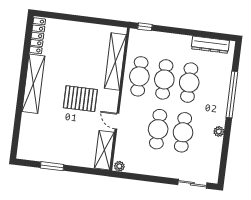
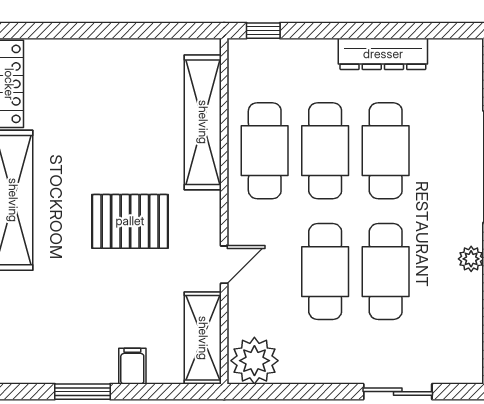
dresser: (210, 45) -> (383, 54), moved
door: (117, 121) -> (224, 265), swing flipped
filing cabinet: (74, 158) -> (132, 366), added
plant: (119, 166) -> (254, 361), width x1.87, depth x1.87
sliding door: (192, 184) -> (398, 392), moved

